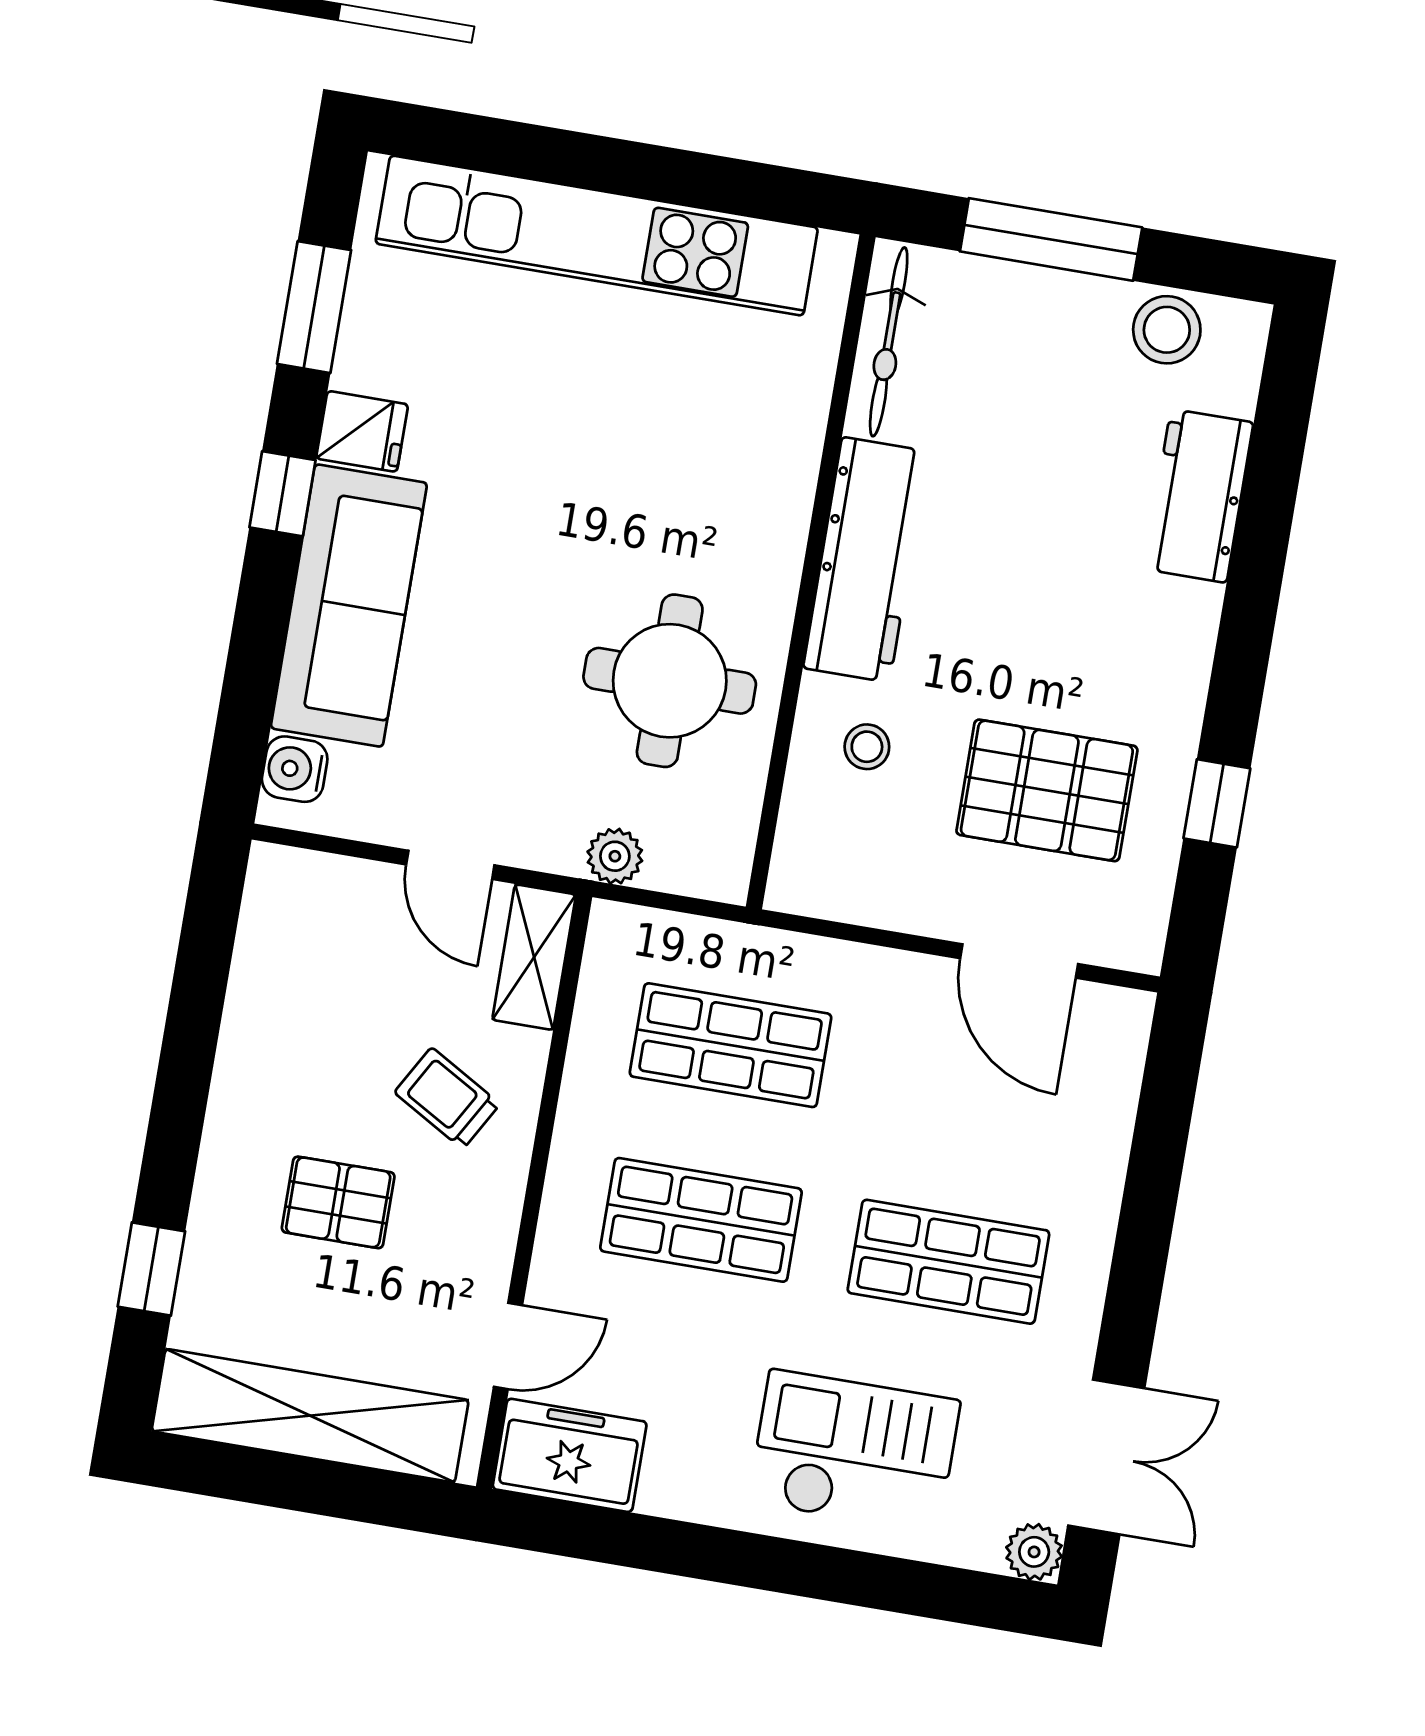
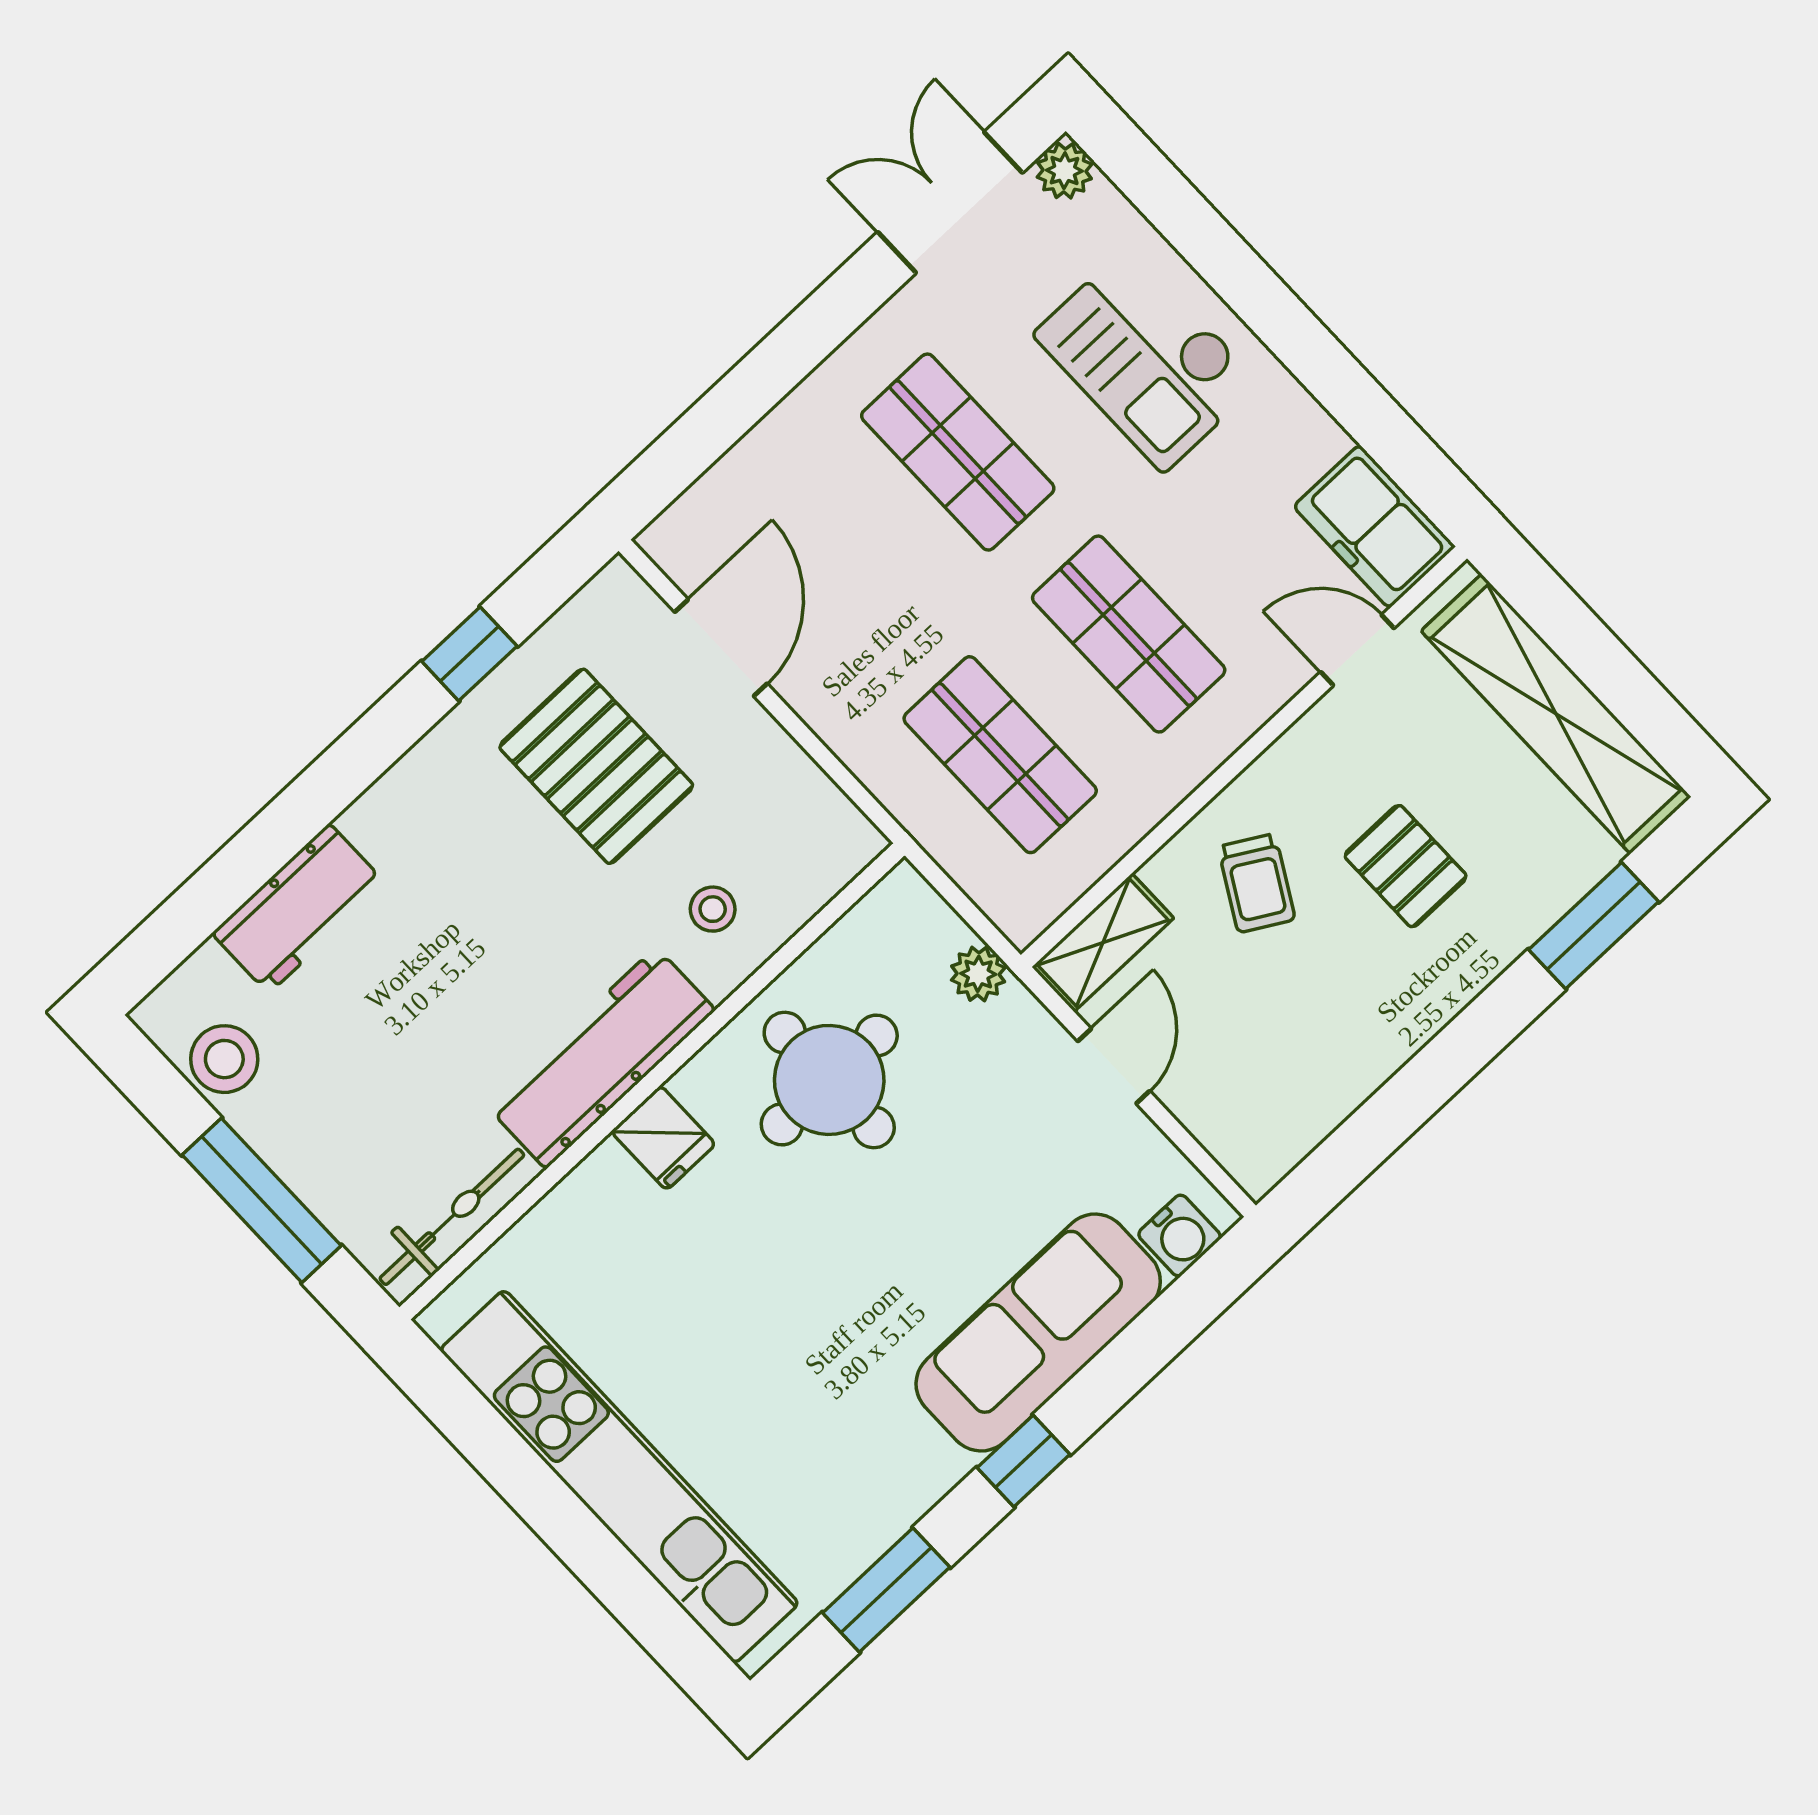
fridge: (362, 431) -> (663, 1138), moved, turned 180
window: (151, 1269) -> (1594, 926), width x1.50

